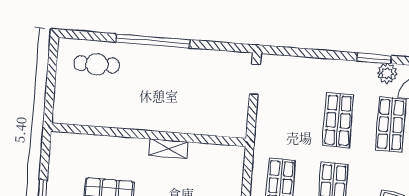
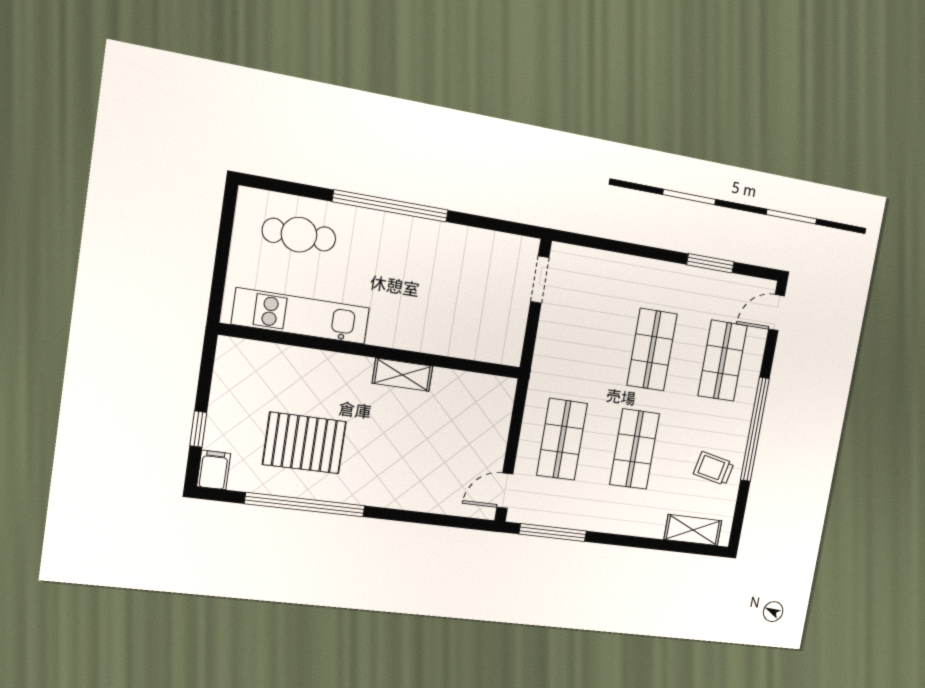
plant: (387, 73) -> (726, 287), removed
kitchen unit: (101, 115) -> (301, 316), added

